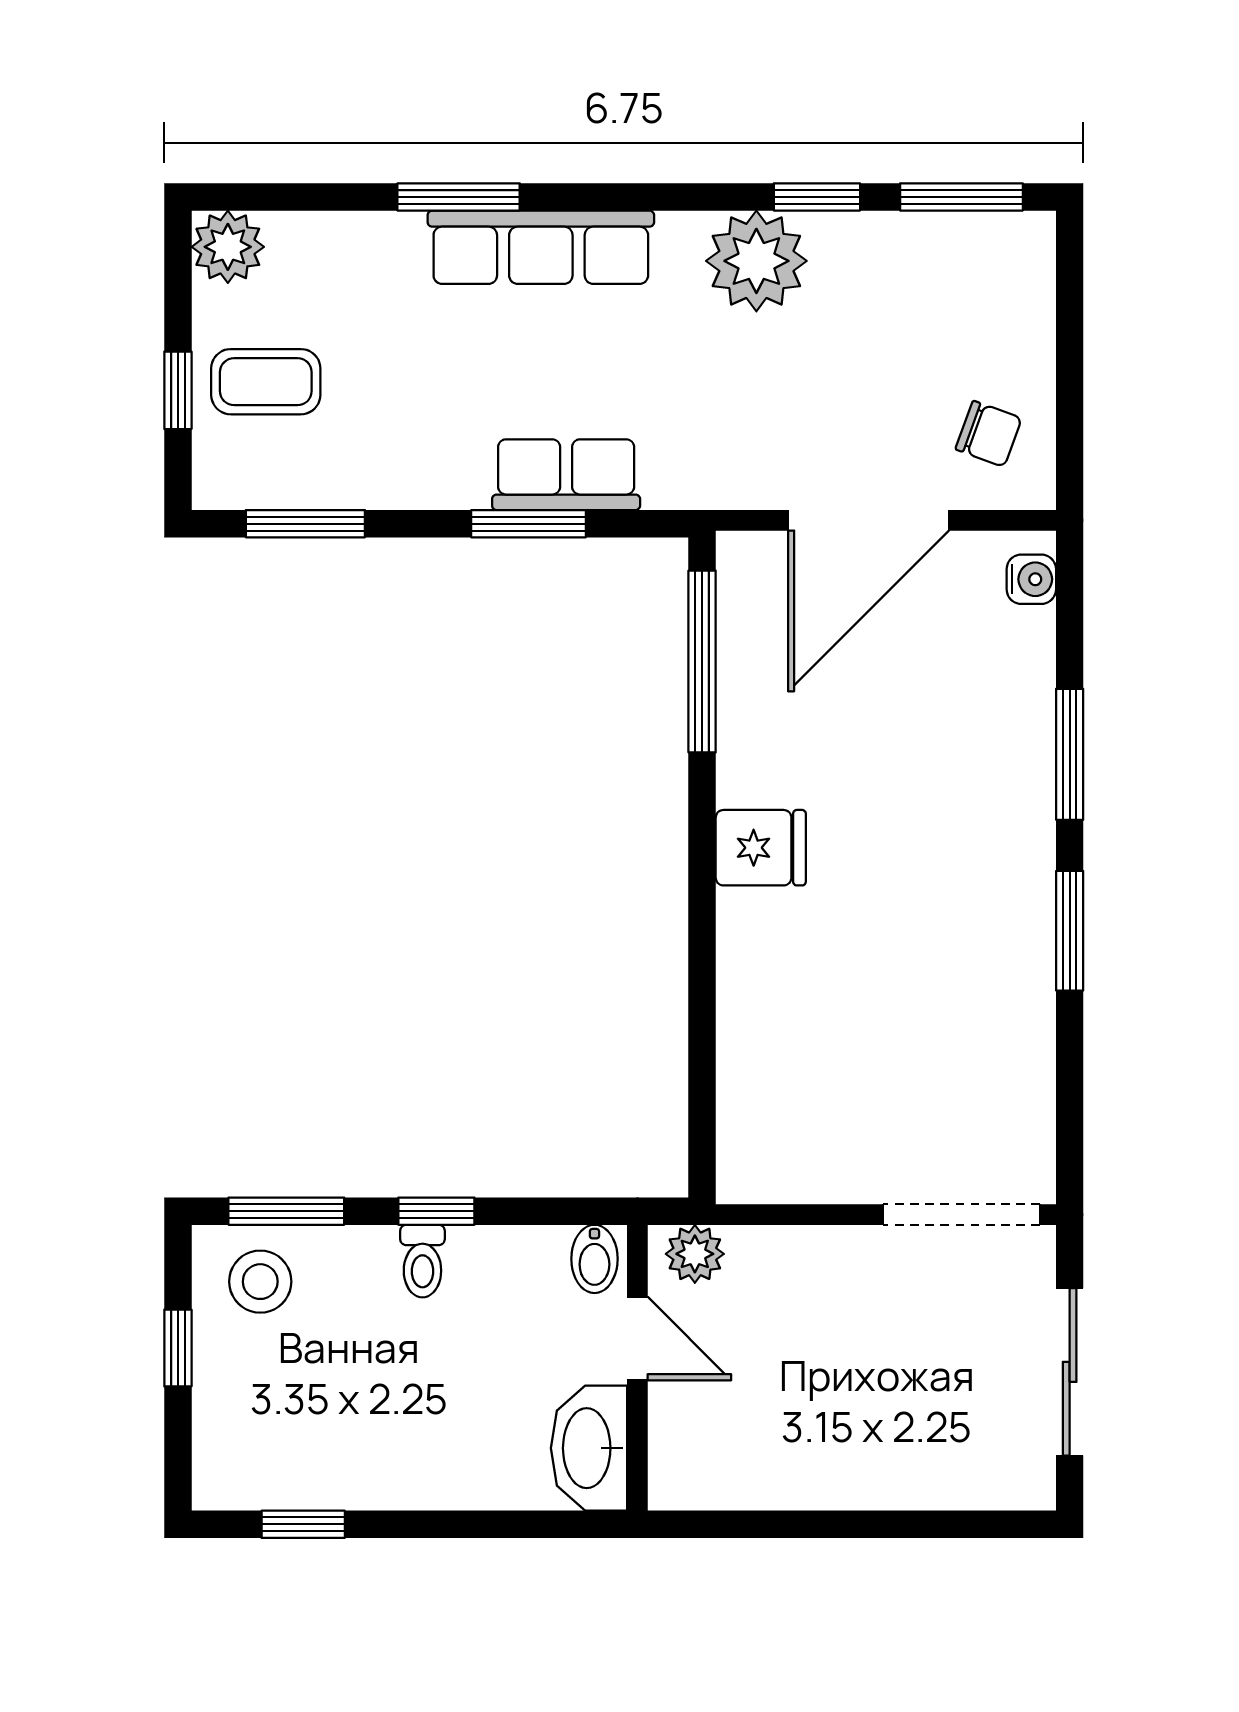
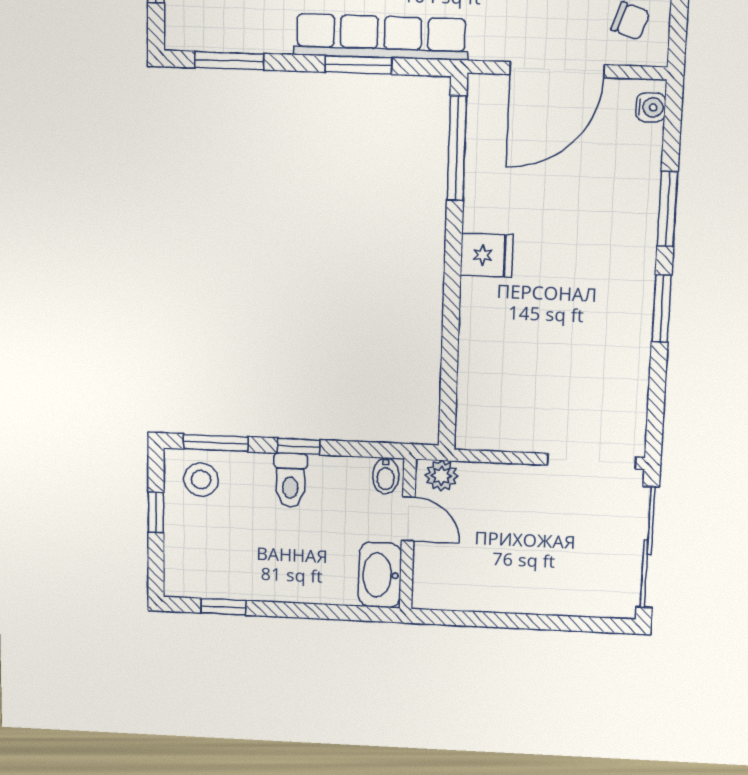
row of seats: (566, 475) -> (381, 37), width x2.02
toilet: (422, 1261) -> (290, 480), width x1.37, depth x1.39
sliding door: (1070, 1372) -> (648, 547), width x1.37

